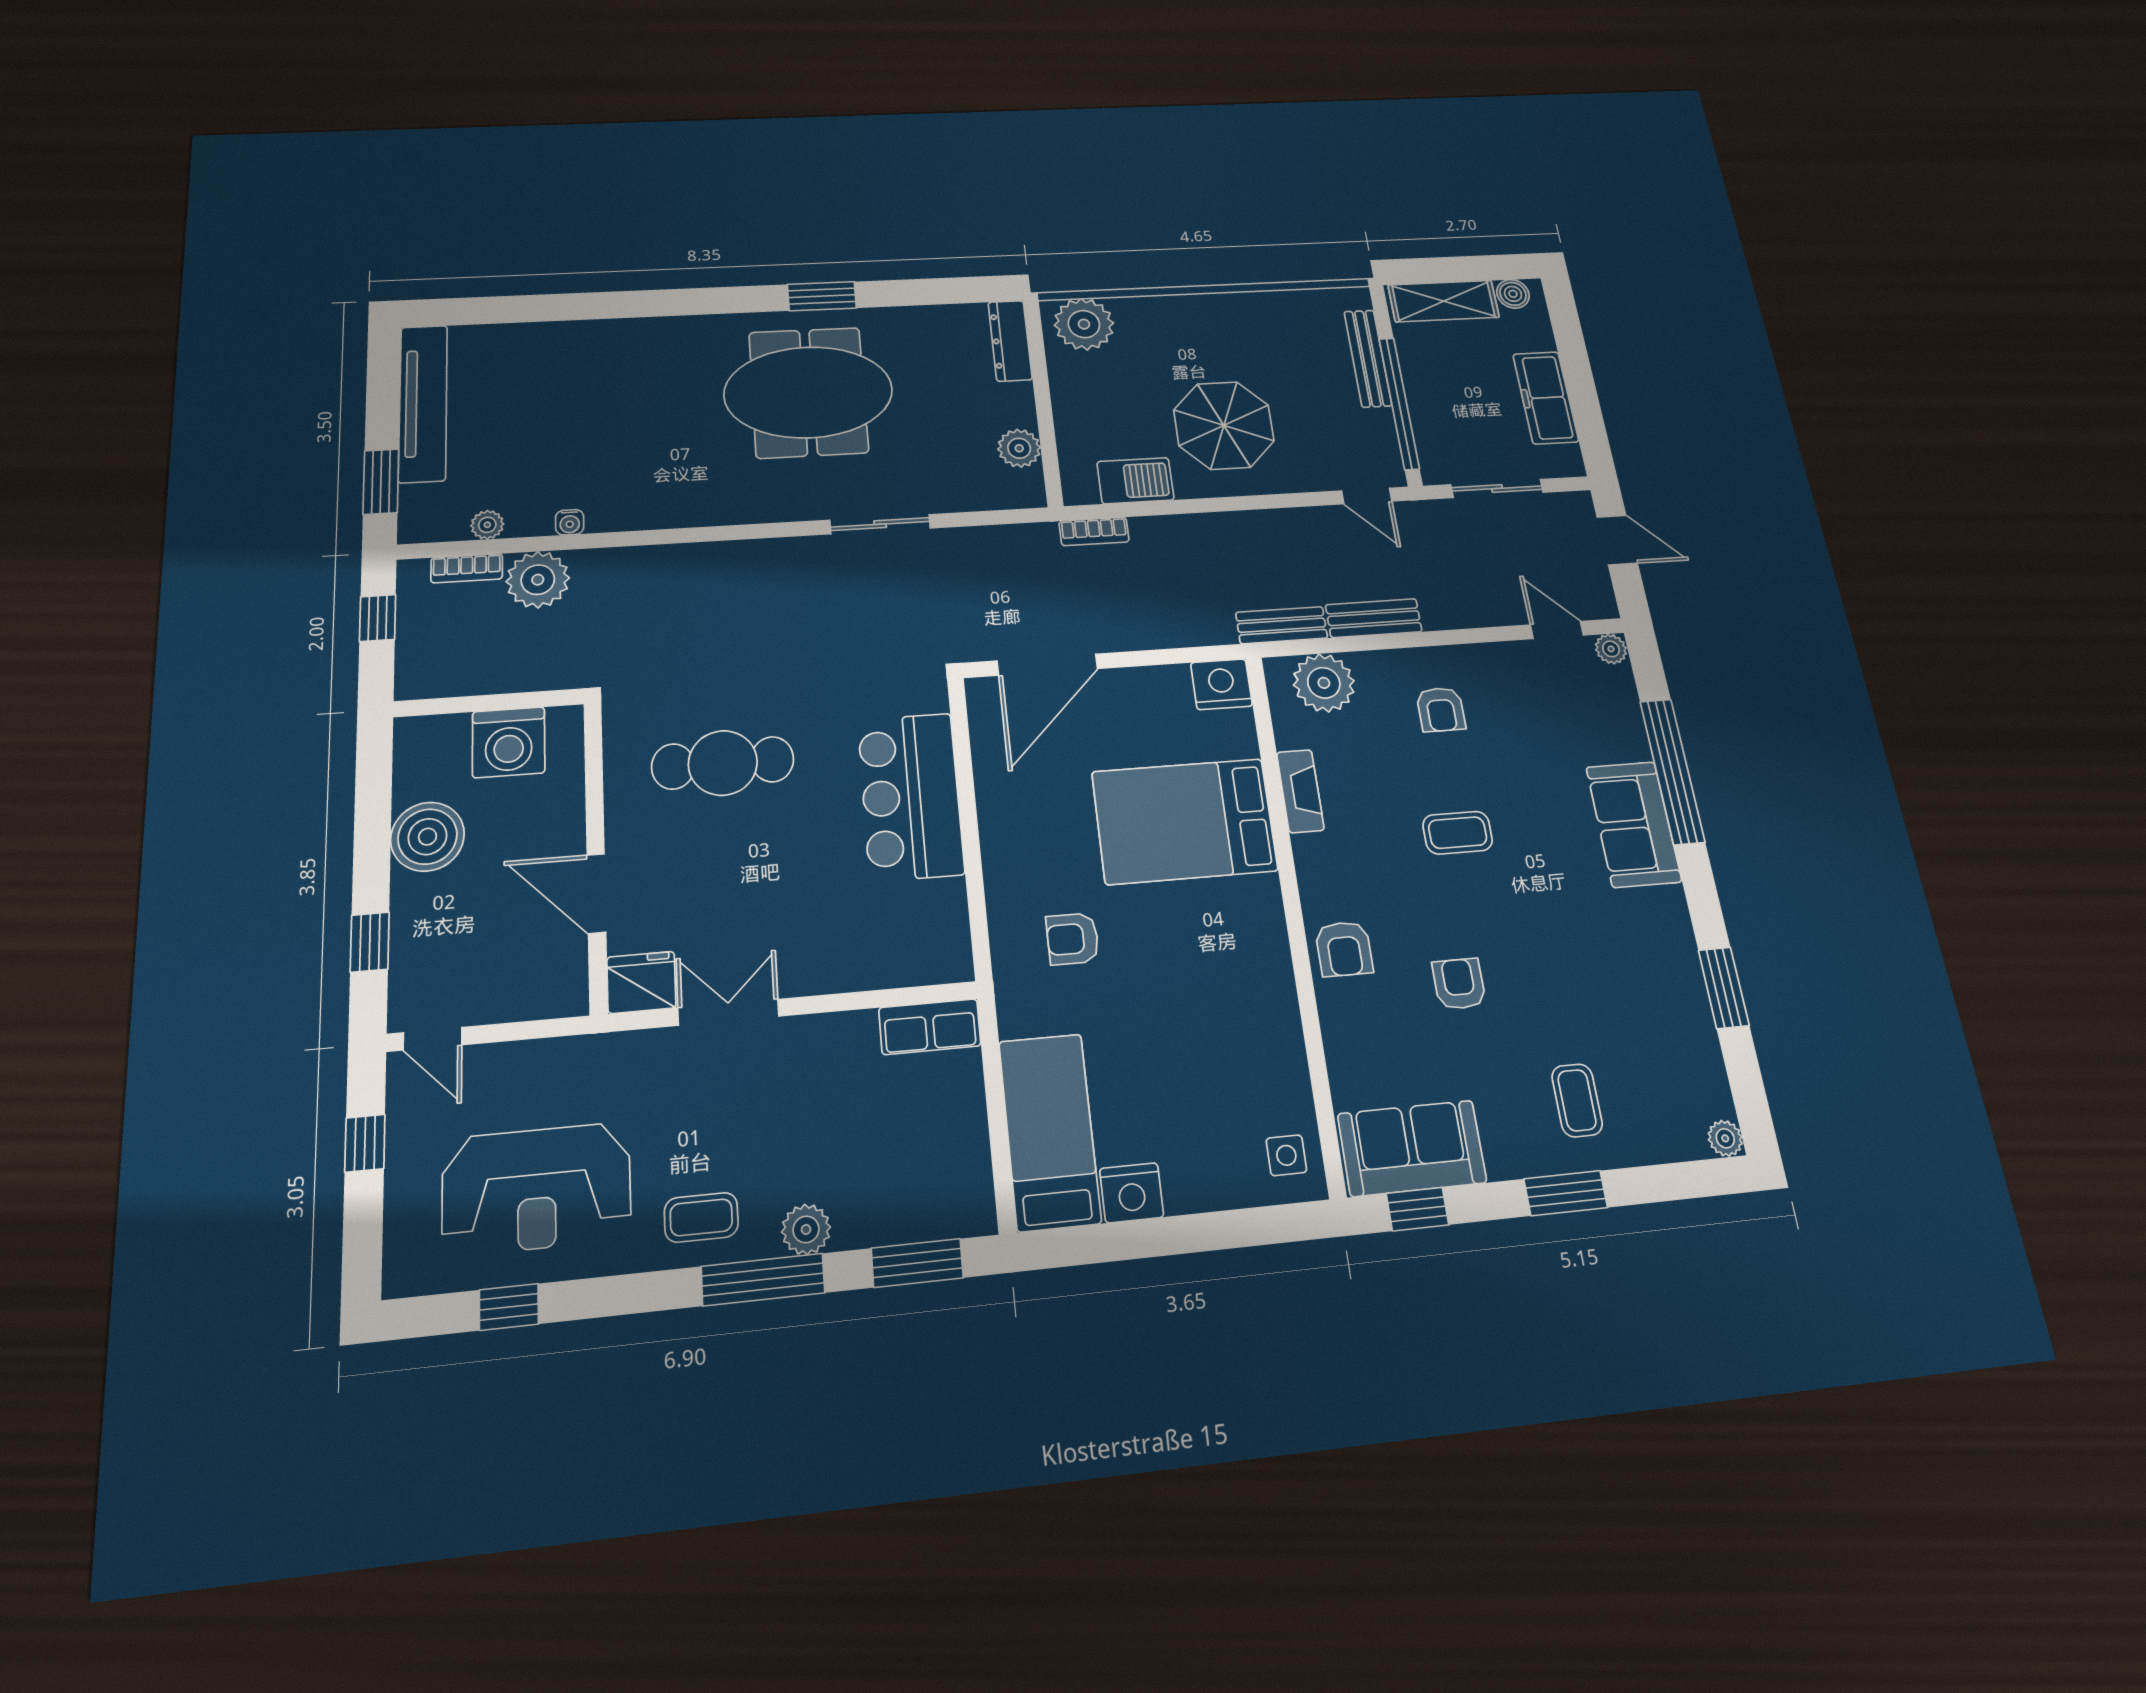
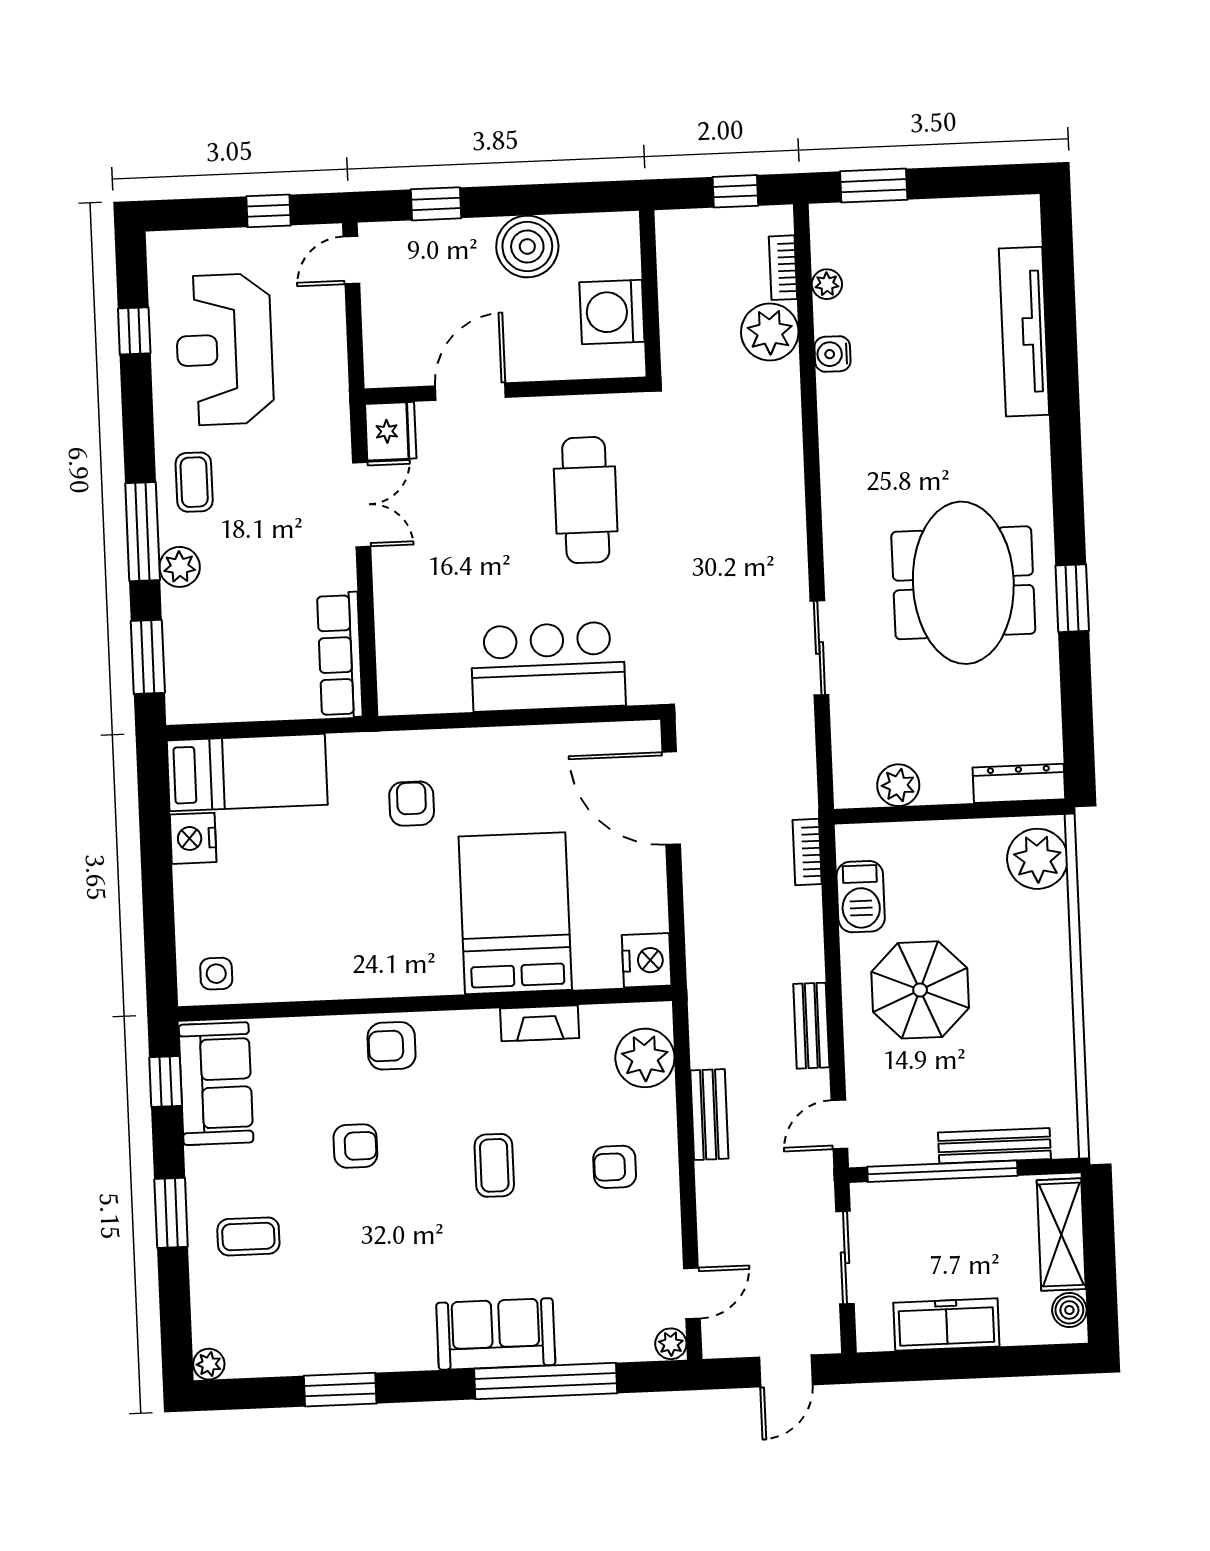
tv unit: (423, 403) -> (1024, 332), moved, turned 90
water cooler: (570, 522) -> (833, 354), width x1.38, depth x1.38
bench: (1282, 625) -> (811, 1026), moved
row of seats: (930, 1027) -> (340, 655), width x1.48

